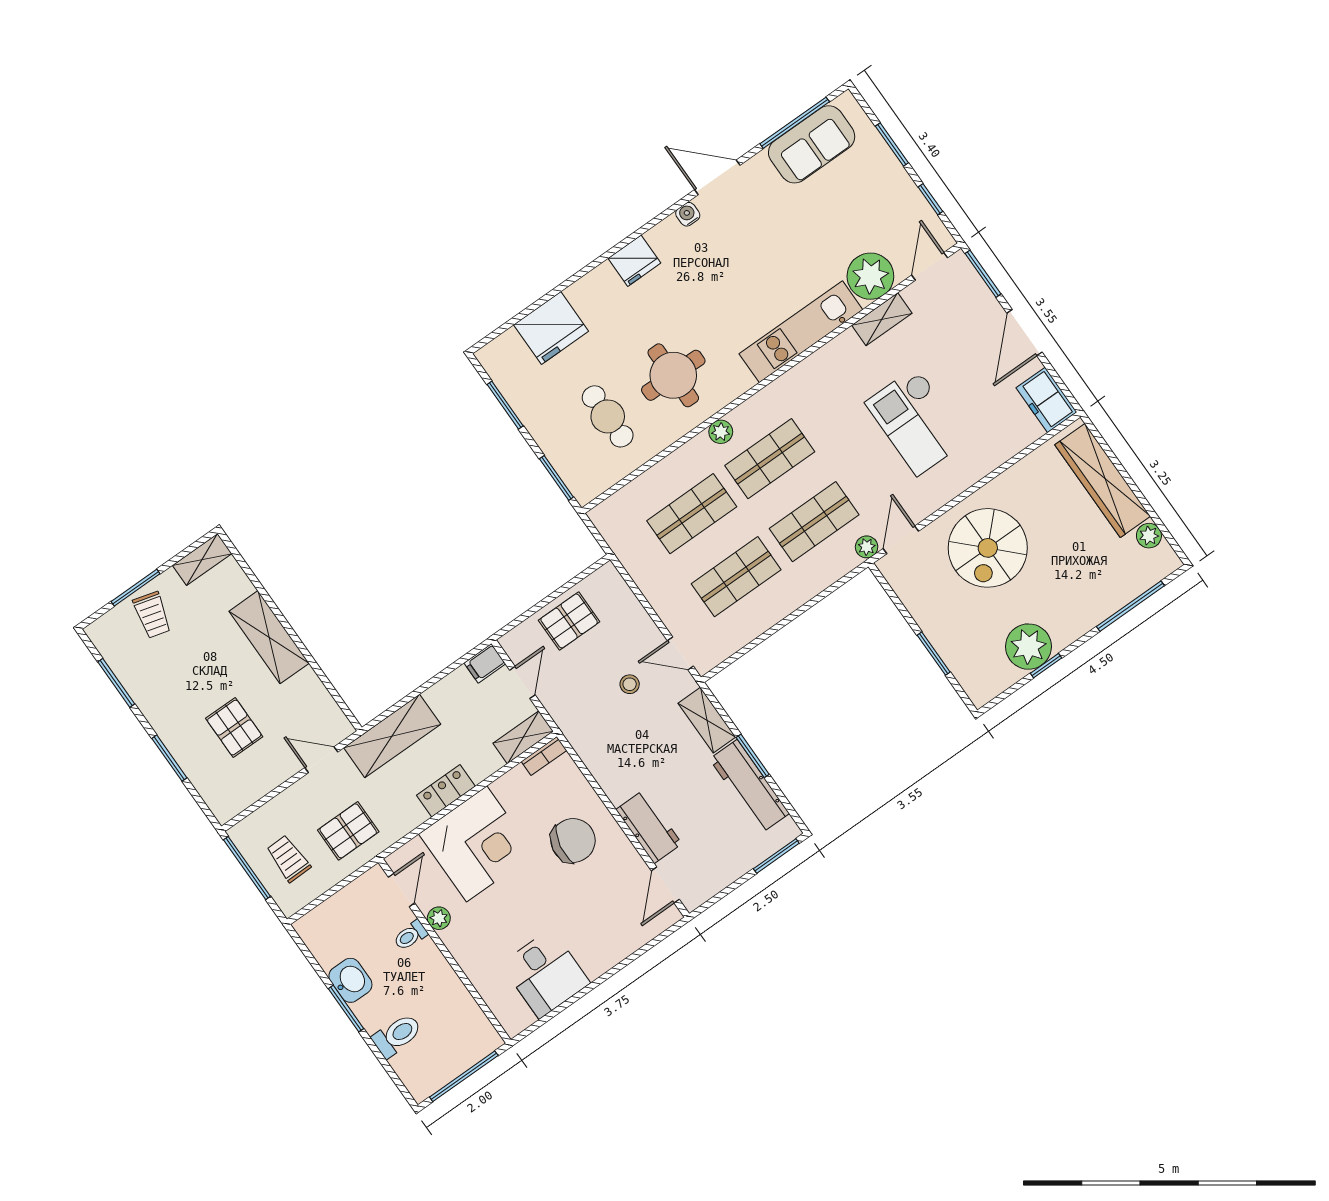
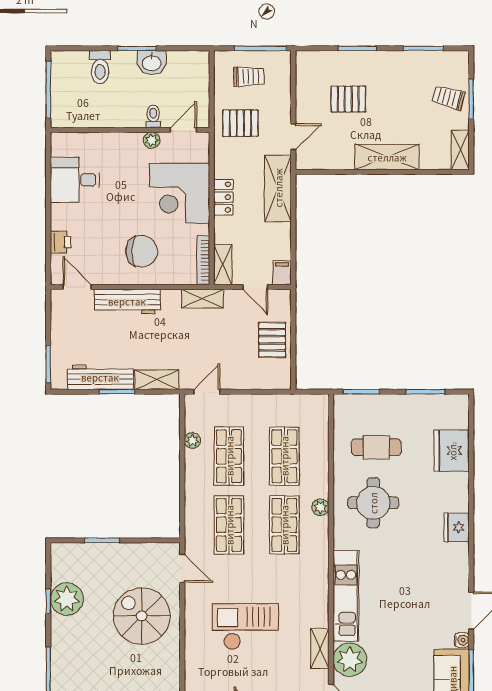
water cooler: (688, 214) -> (462, 640), moved
plant: (867, 547) -> (192, 441), moved
stool: (630, 684) -> (210, 349), removed
shelving: (578, 733) -> (203, 299), added
bookcase: (544, 756) -> (203, 260), width x1.56
workbench: (649, 827) -> (127, 301), width x1.38
pallet: (348, 831) -> (240, 123), turned 90
chair: (573, 841) -> (142, 251), turned -100
door: (401, 890) -> (184, 130), swing flipped
printer: (628, 940) -> (61, 242), added

